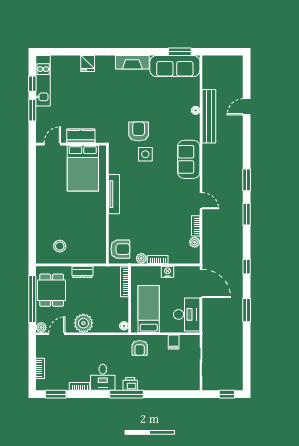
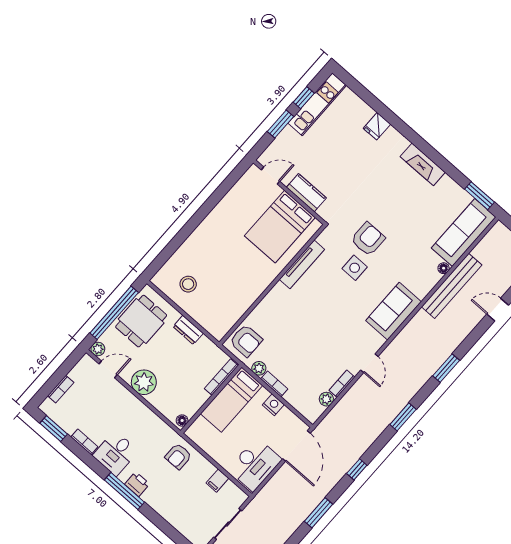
sofa: (175, 66) -> (464, 233), moved, turned 90
window: (247, 180) -> (446, 368), moved
tv unit: (114, 194) -> (302, 264), moved
bed: (149, 309) -> (231, 400), moved, turned 180

